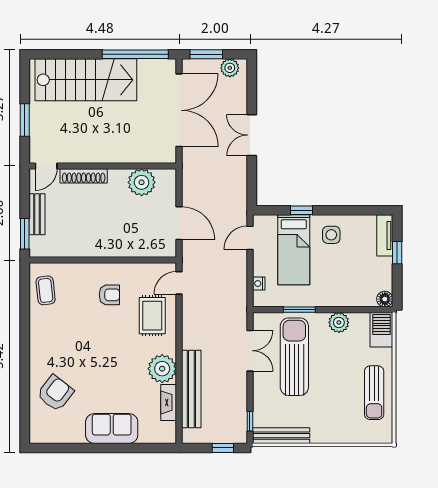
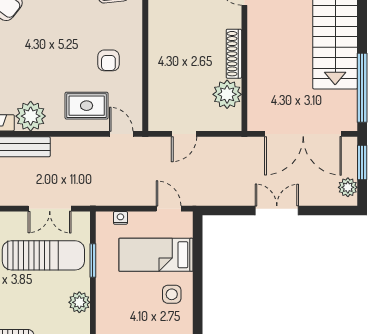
shoe rack: (84, 176) -> (234, 54), moved
window: (301, 210) -> (198, 263), removed
door: (179, 223) -> (184, 134), width x0.73

